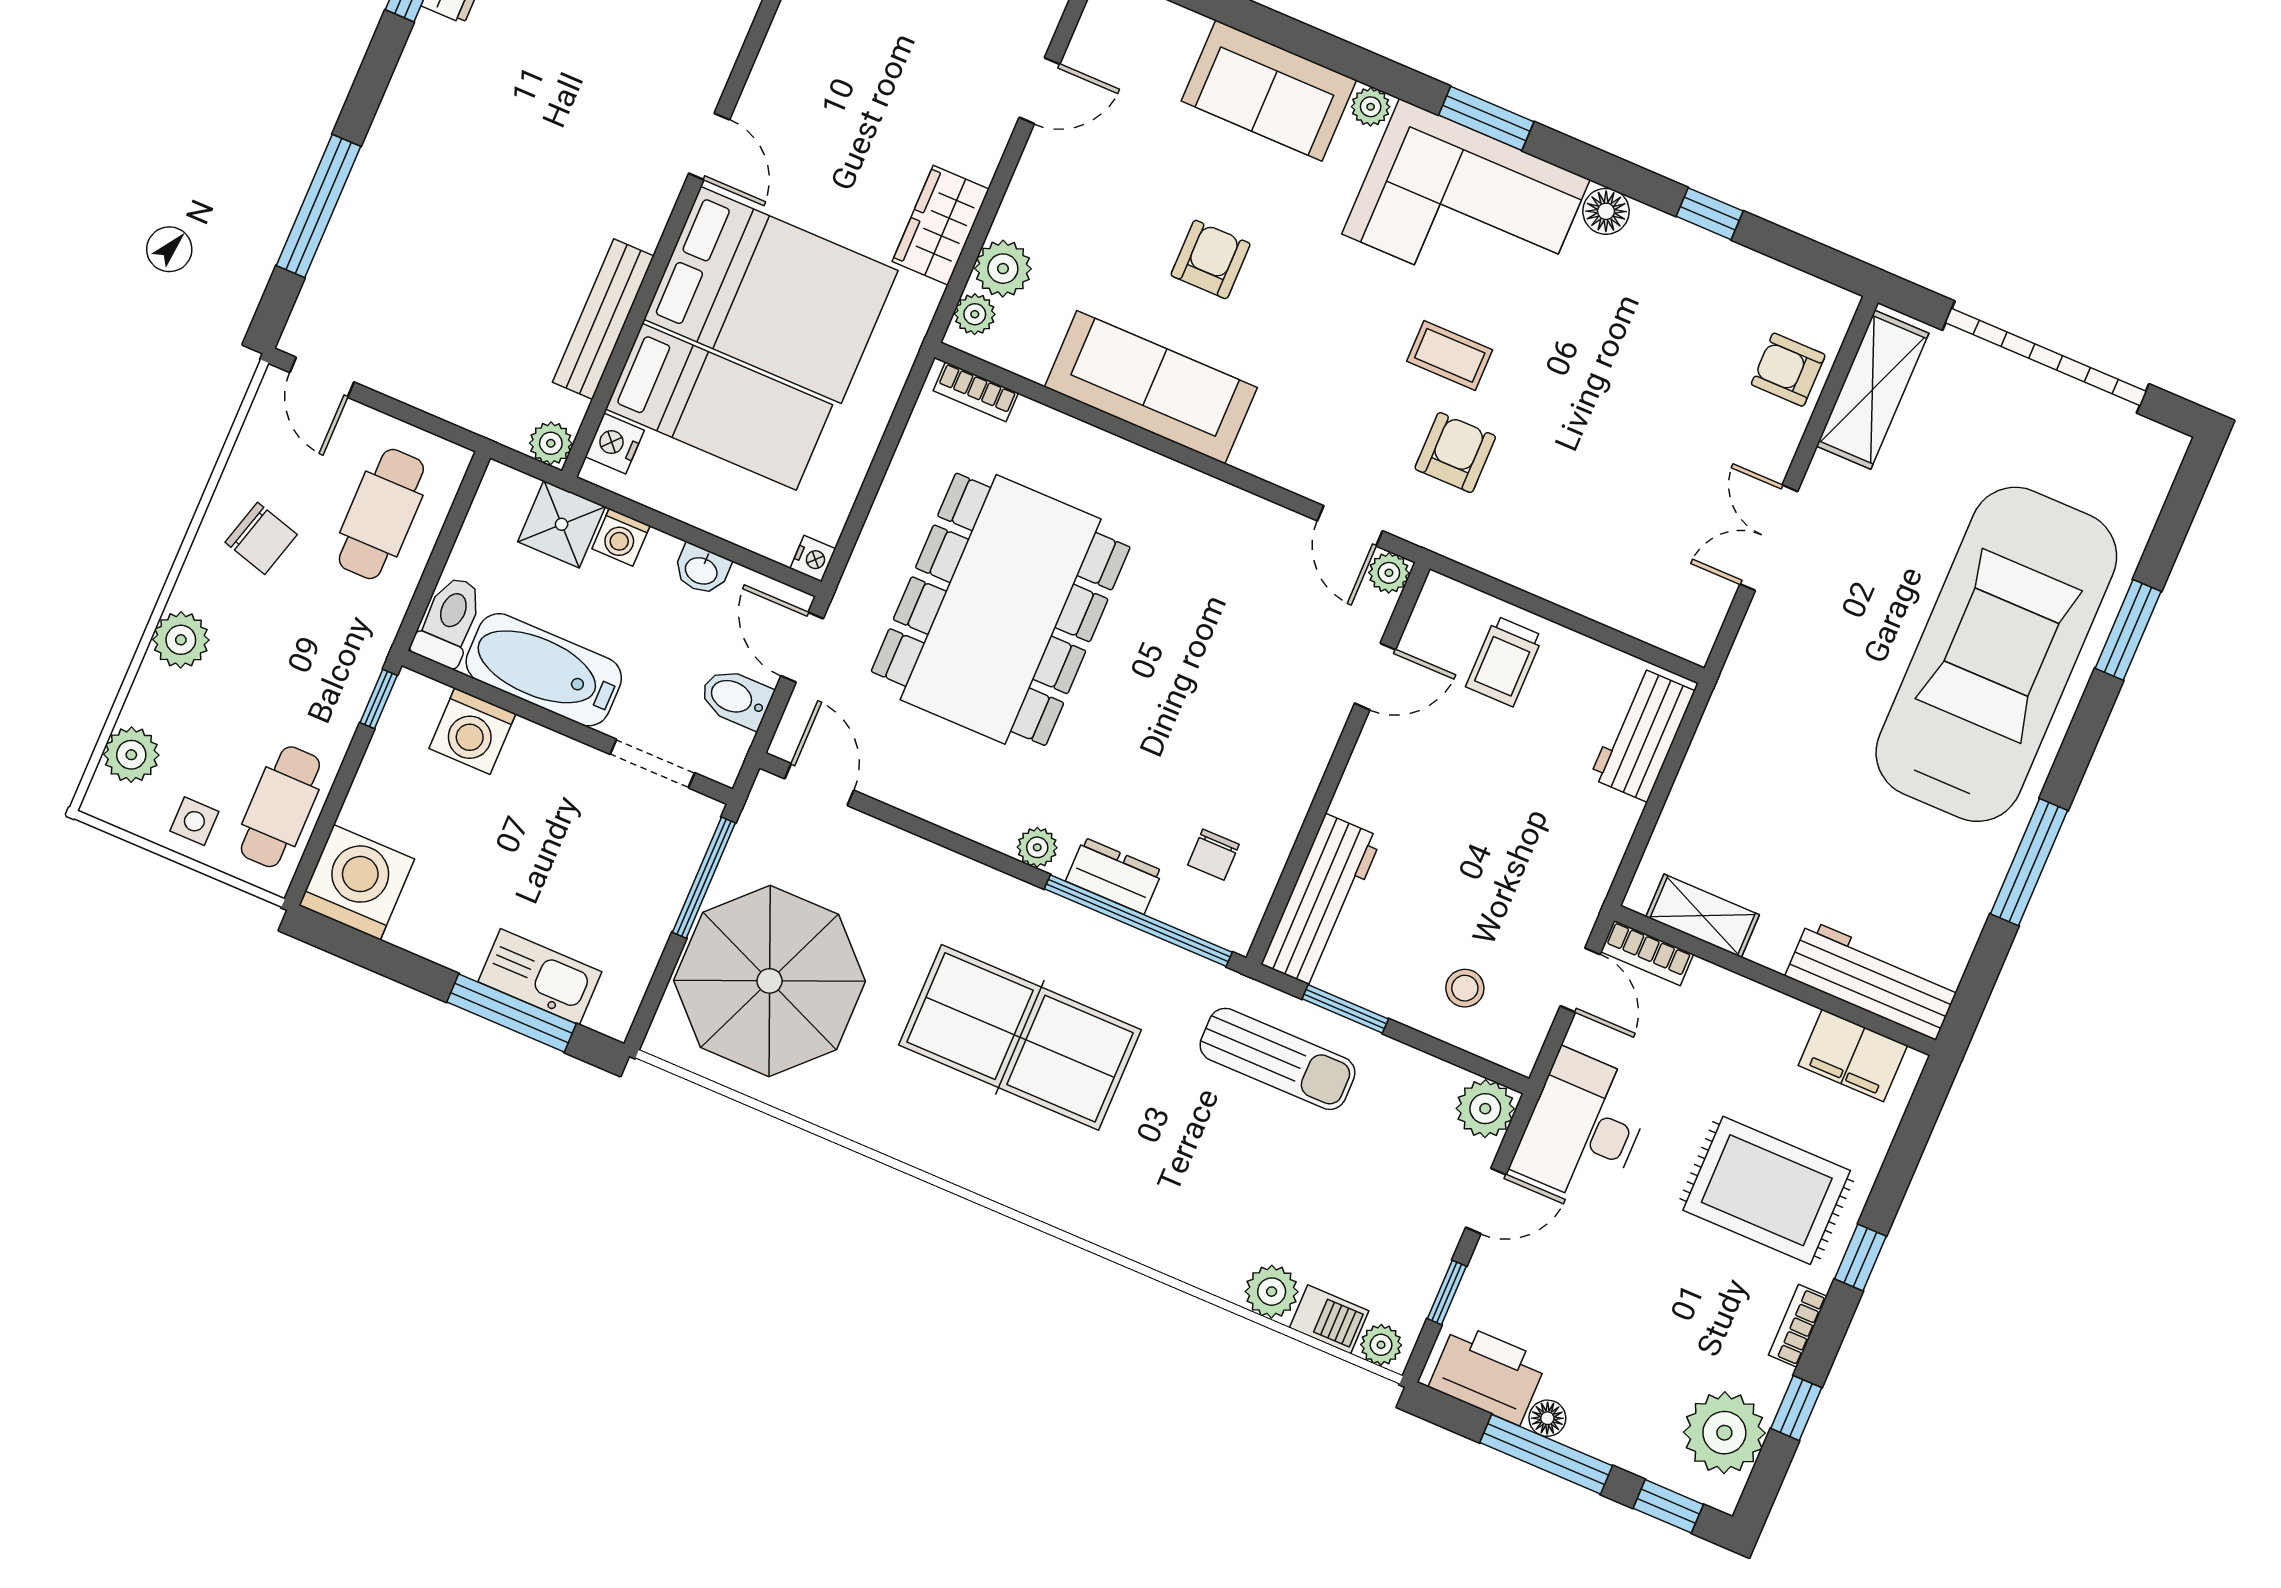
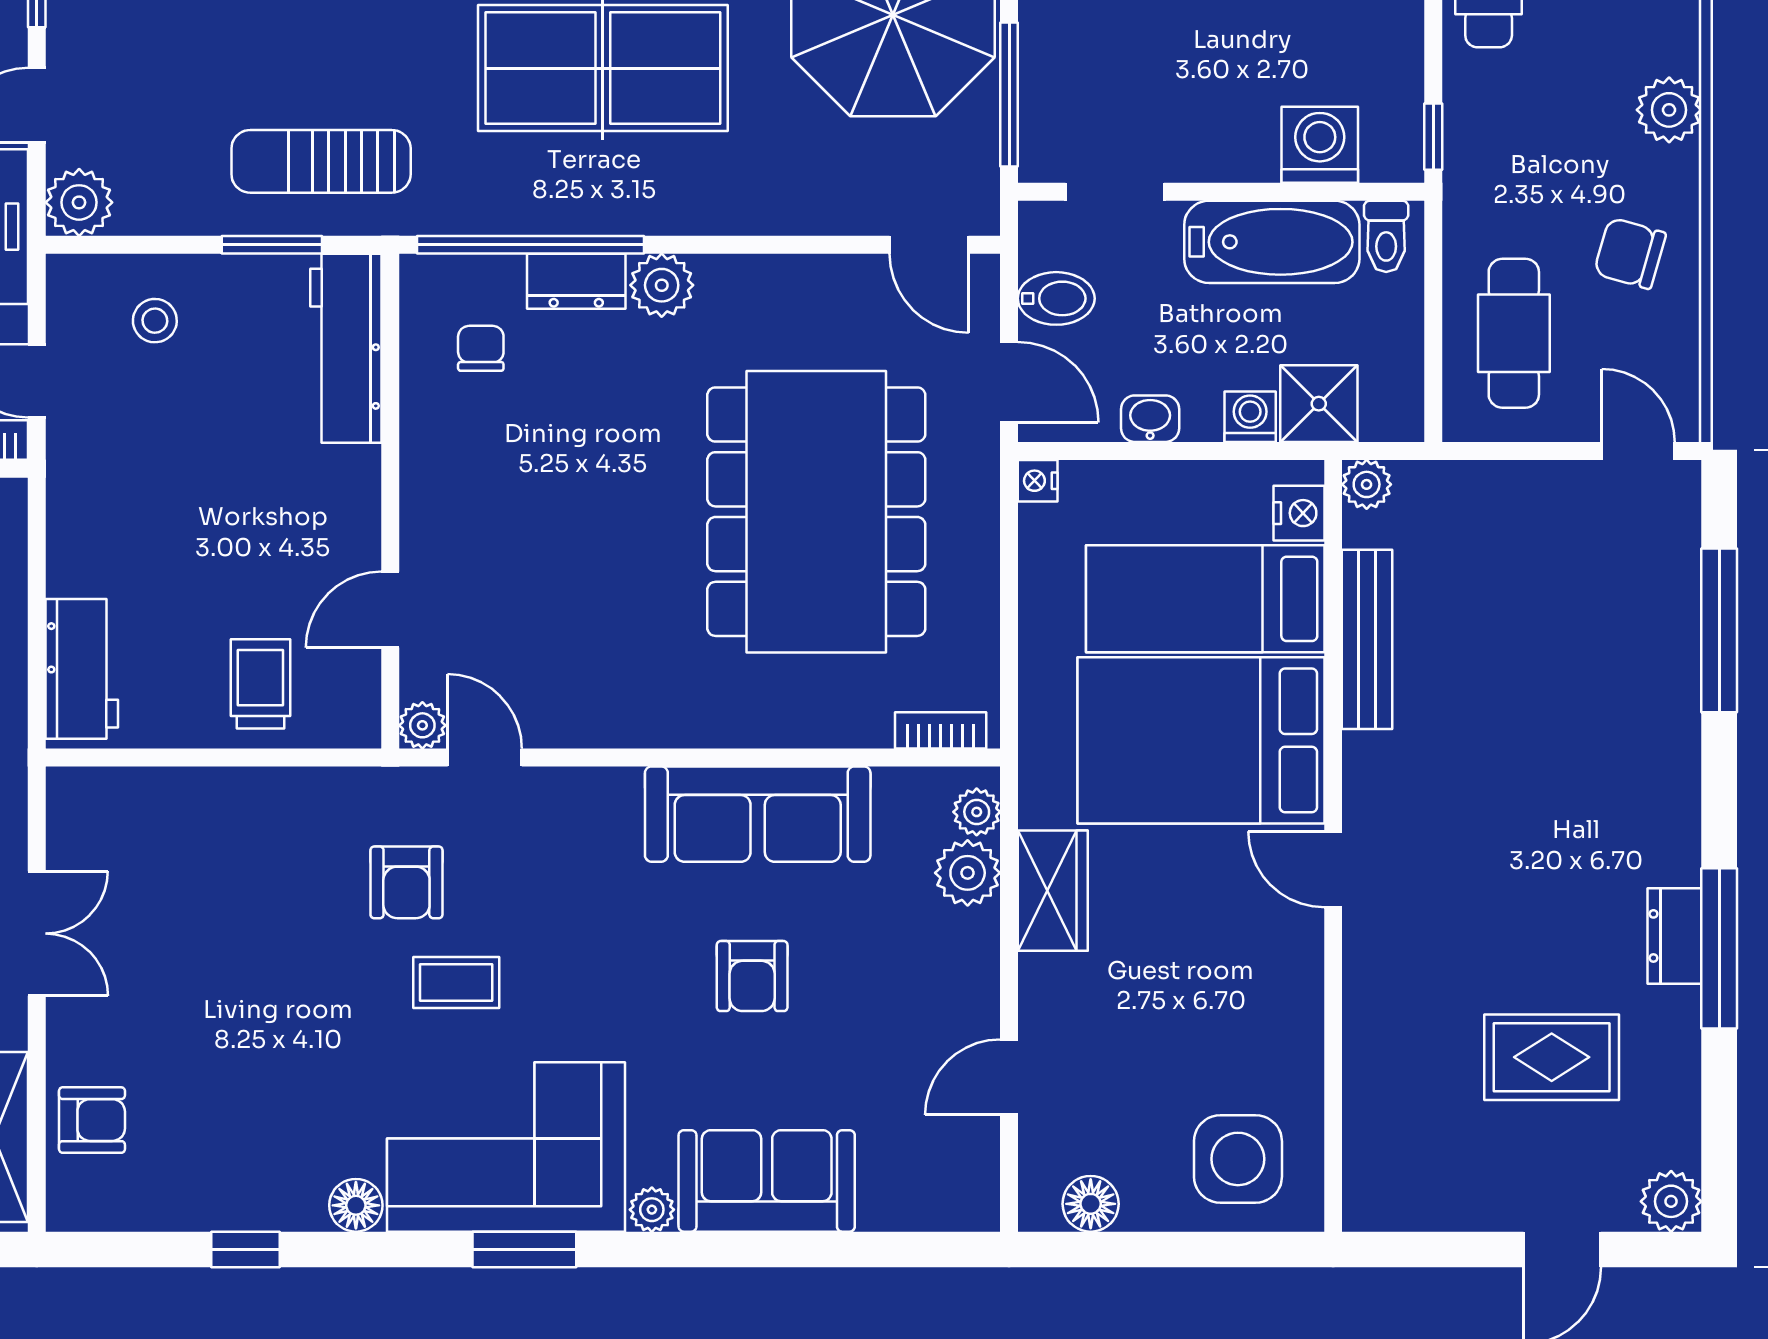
toilet: (449, 621) -> (1386, 236), width x0.73, depth x0.72
plant: (1037, 847) -> (662, 285), width x1.38, depth x1.38

